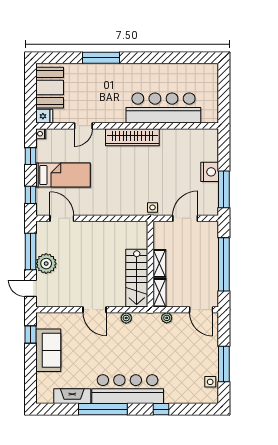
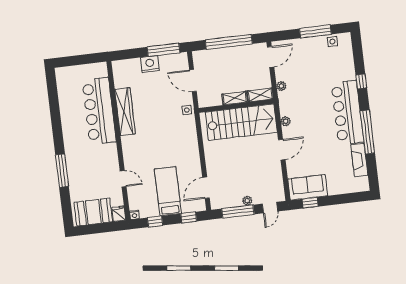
wardrobe: (132, 137) -> (125, 111), moved
plant: (46, 264) -> (247, 201), width x0.53, depth x0.53
stairs: (137, 278) -> (241, 122), width x1.36, depth x1.51
sofa: (48, 350) -> (308, 187), moved

